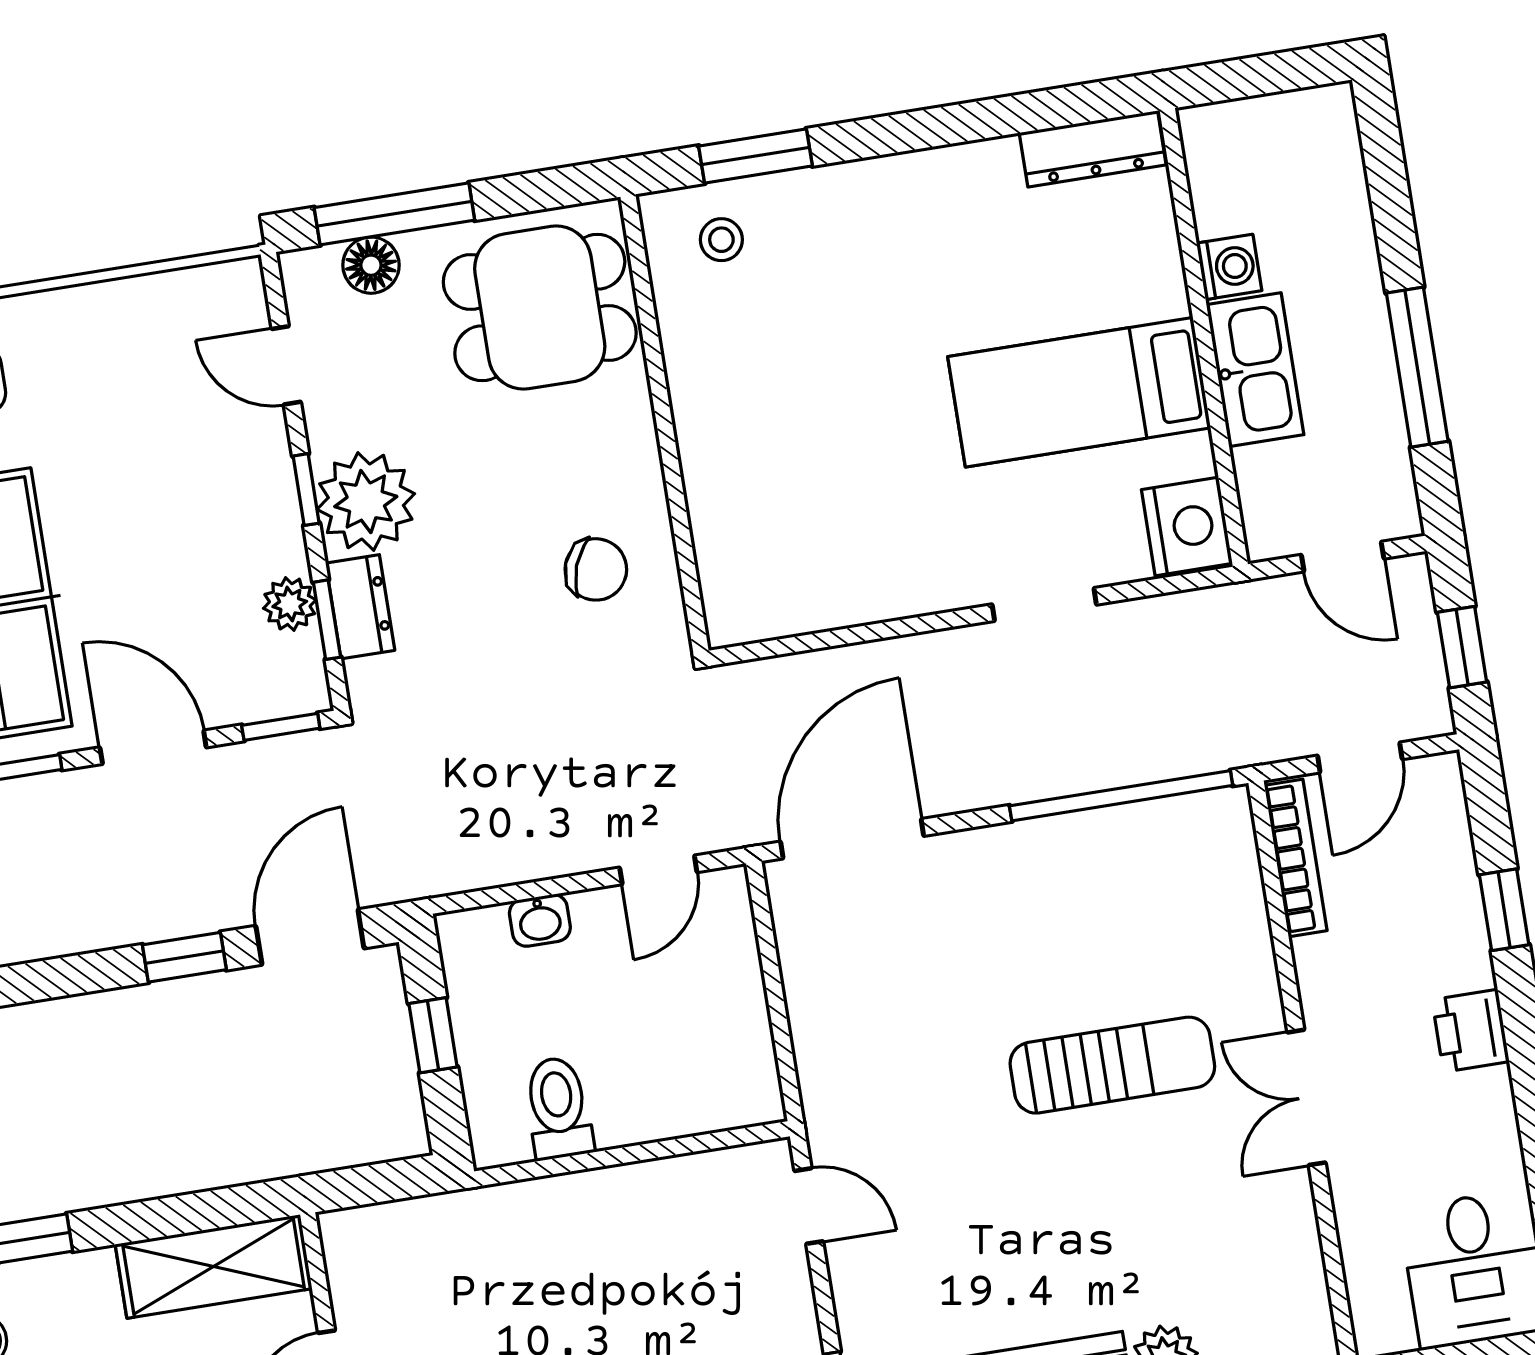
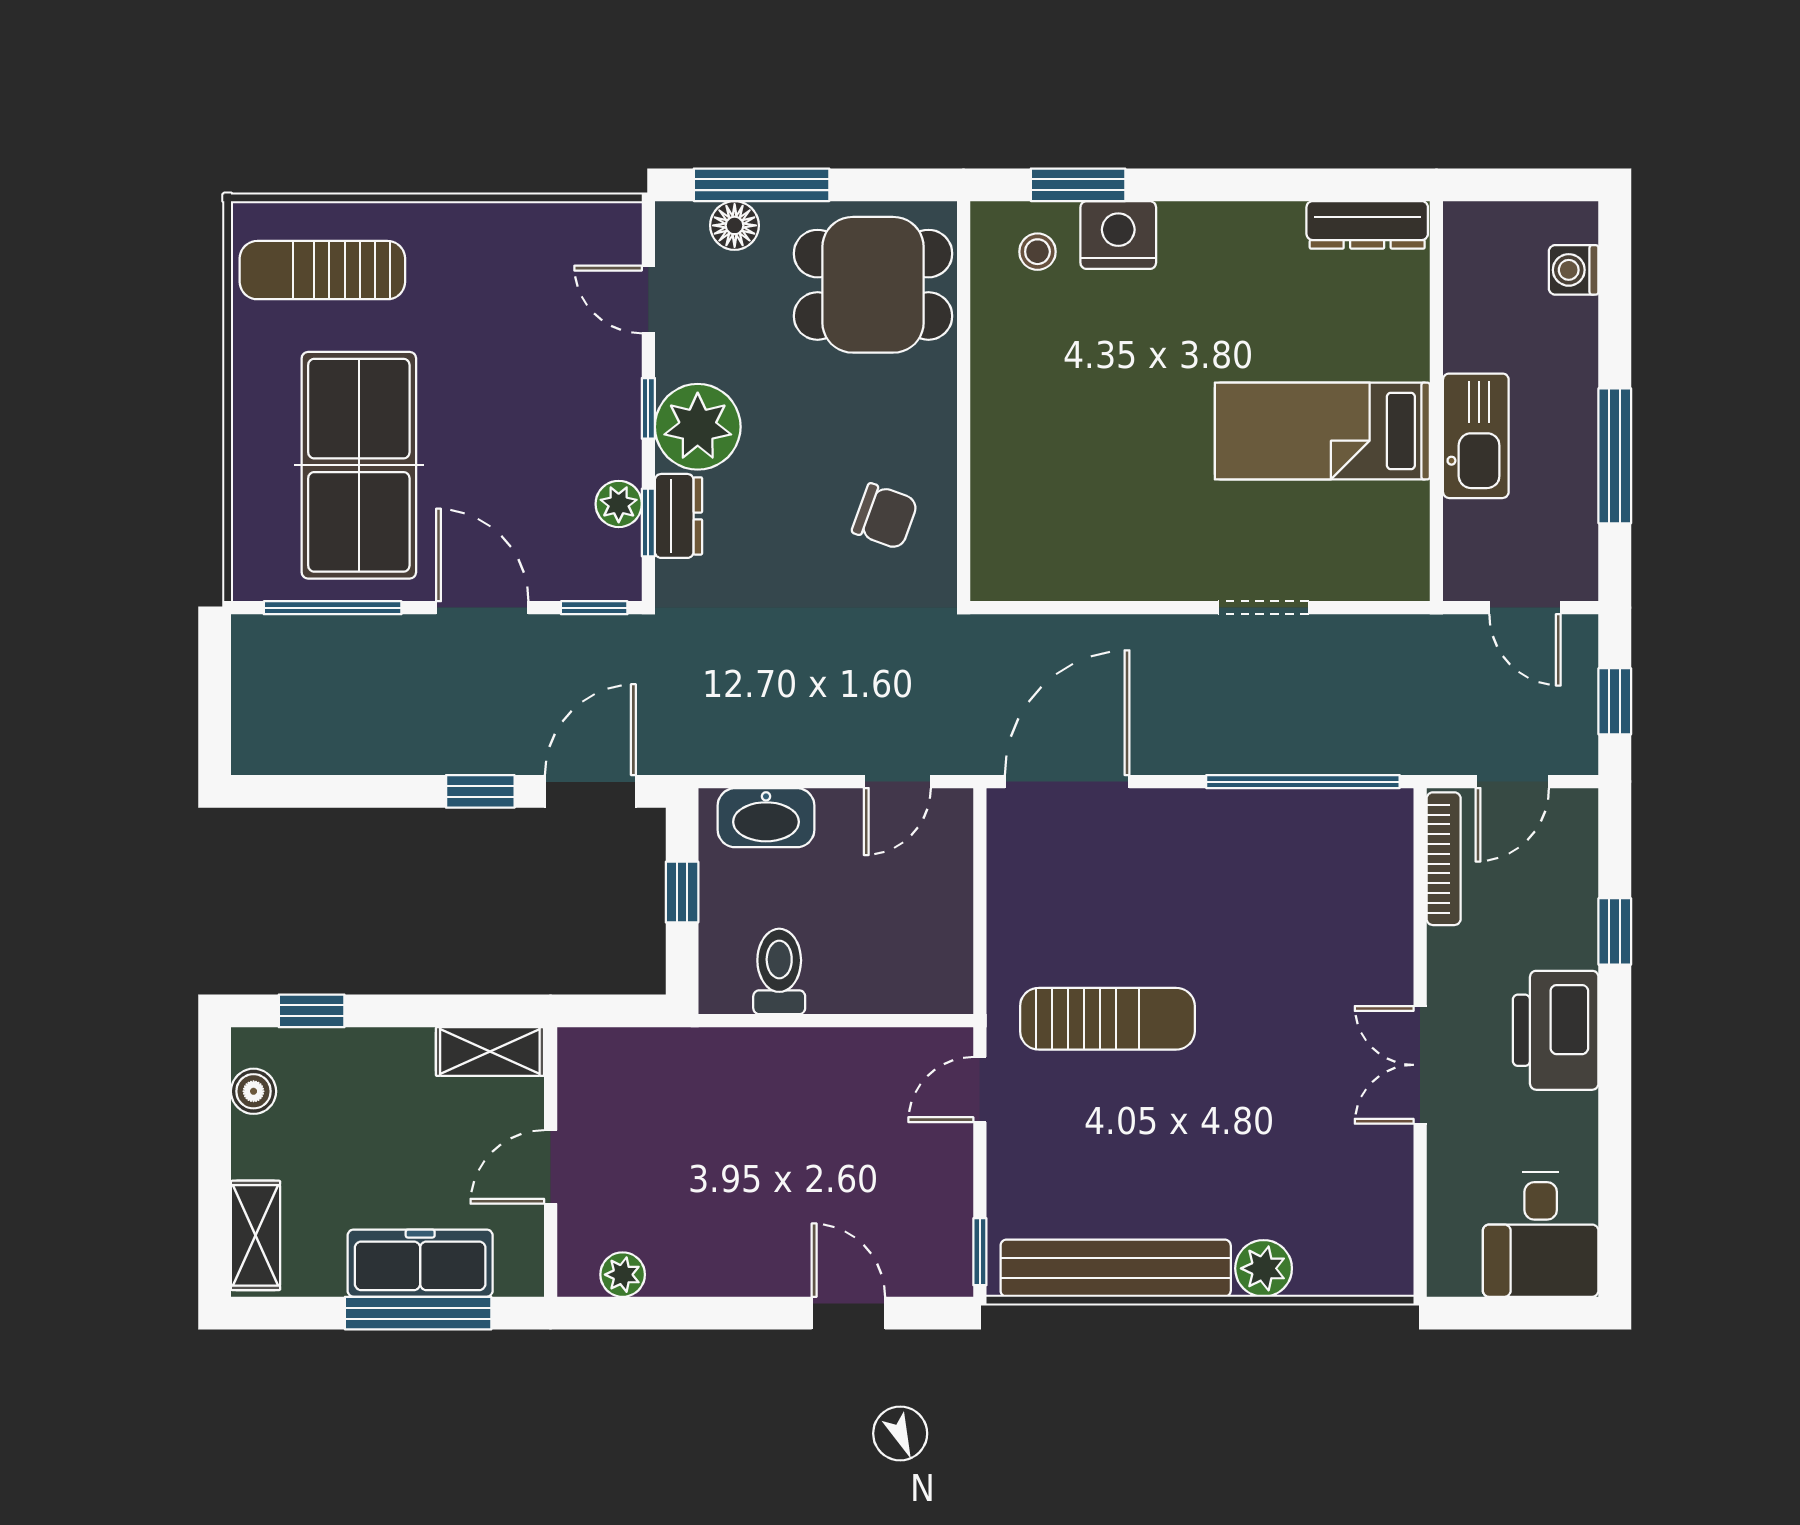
washing machine: (1229, 267) -> (1574, 270), moved, turned 180
nightstand: (1187, 527) -> (1118, 235), moved, turned -90
washbasin: (540, 920) -> (766, 818), width x1.91, depth x1.45
printer: (1471, 1031) -> (1556, 1030), width x1.87, depth x1.48
sun lounger: (1112, 1065) -> (1107, 1019), moved
door: (809, 1206) -> (980, 1090), swing flipped
shelving: (214, 1266) -> (490, 1052), width x0.67, depth x0.75

